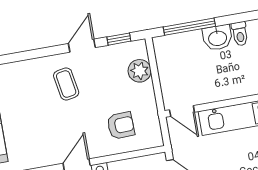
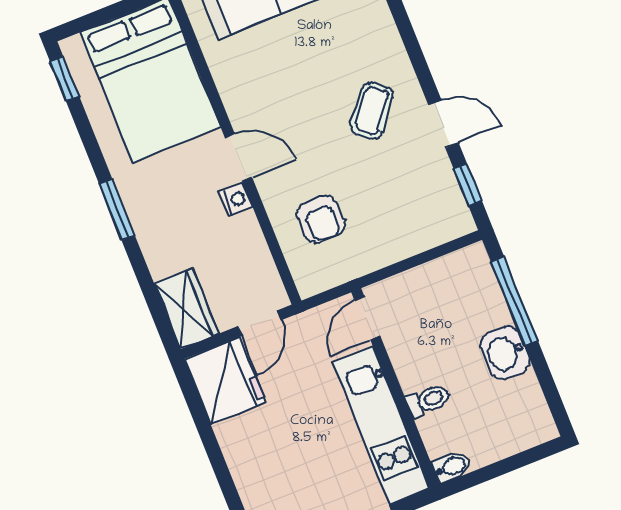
toilet: (240, 34) -> (428, 400), moved, turned 180
plant: (140, 71) -> (421, 232), removed
coffee table: (66, 84) -> (372, 111), turned -41

